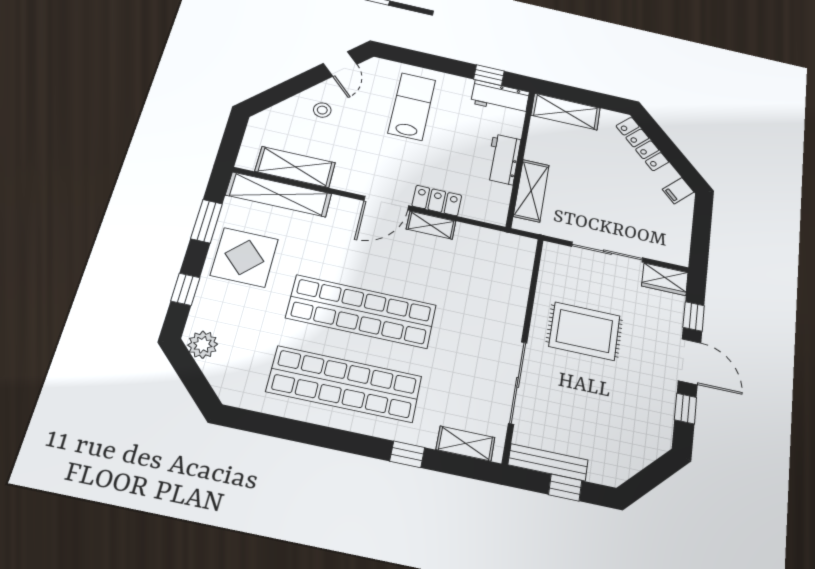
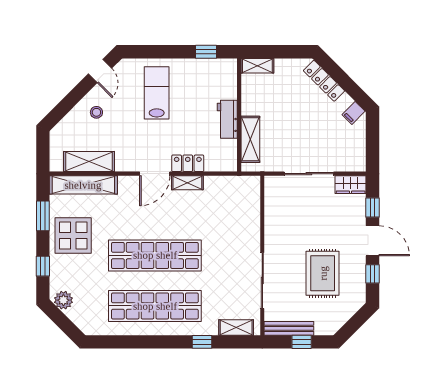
workbench: (500, 97) -> (217, 69), removed
shelving: (566, 112) -> (257, 66), width x0.67, depth x0.75
rug: (584, 331) -> (323, 273), moved, turned 90

